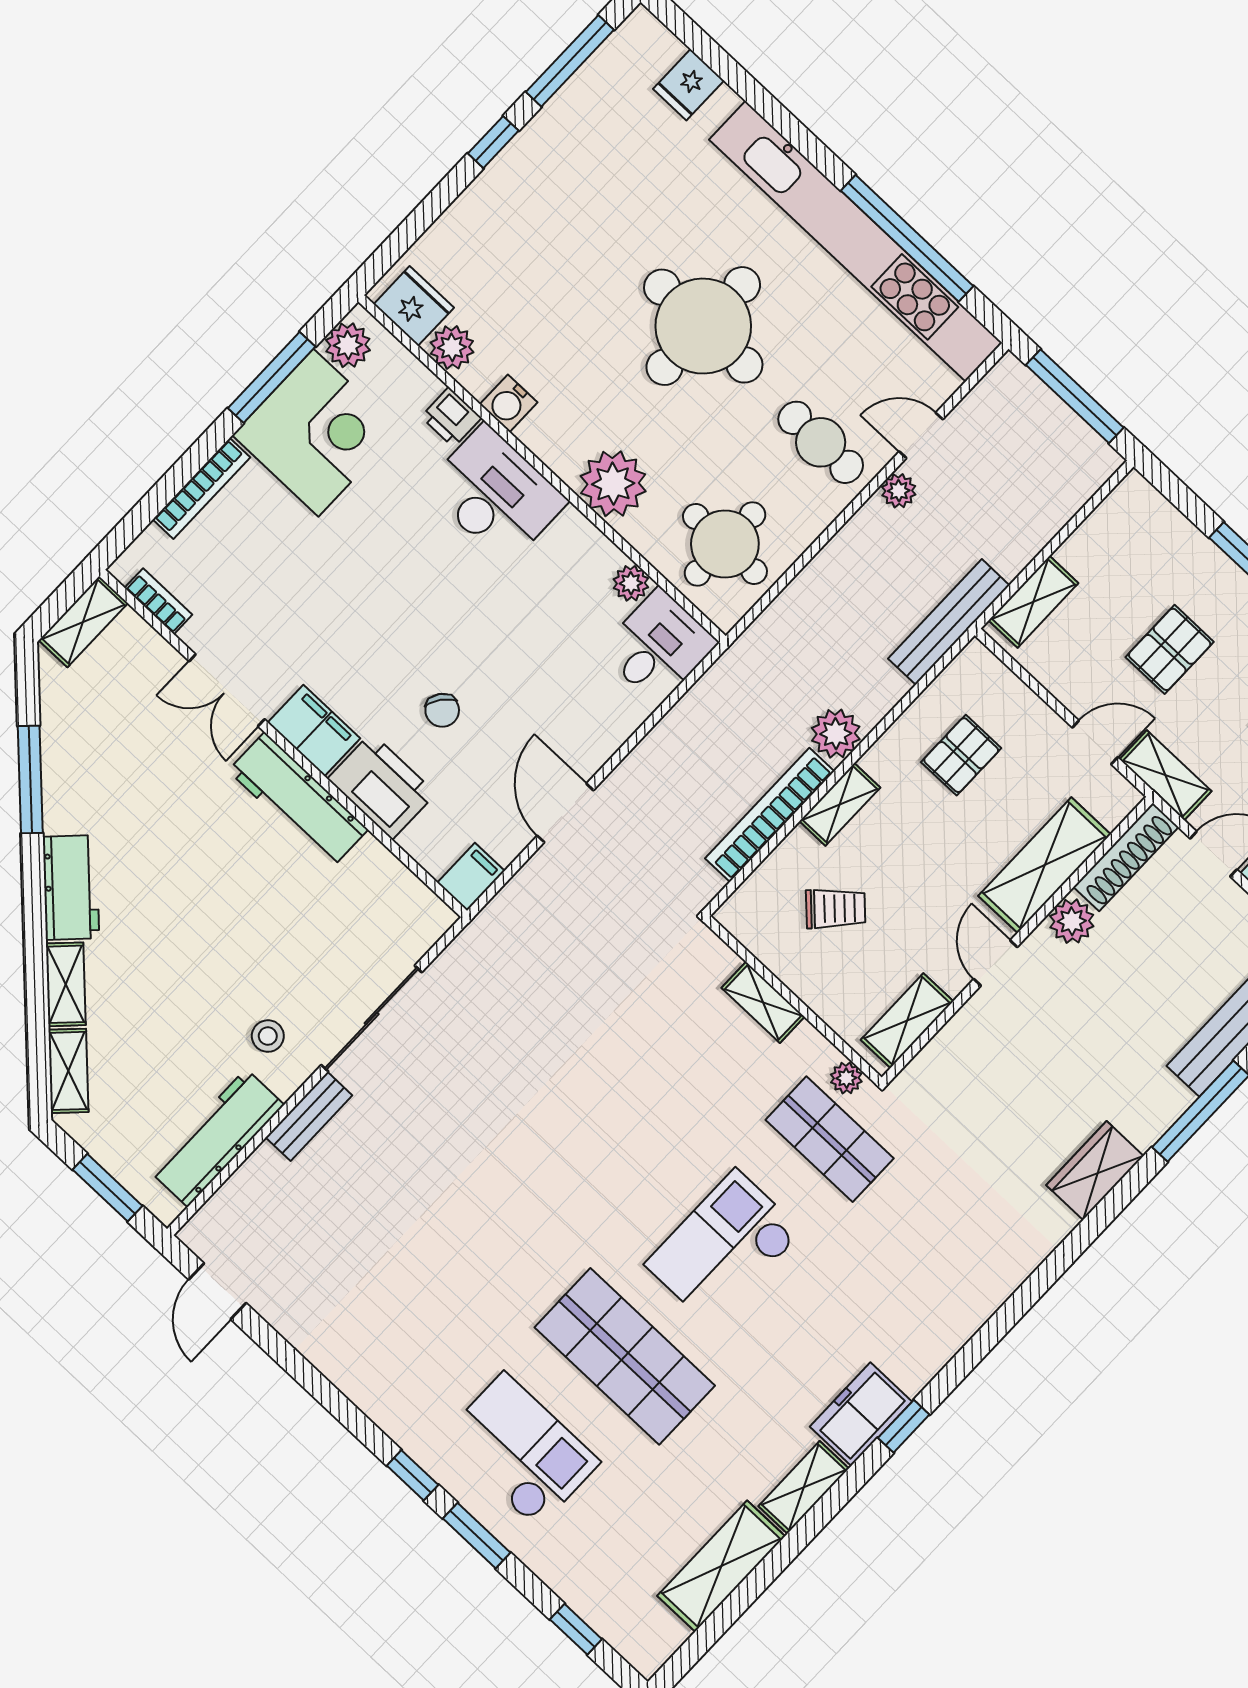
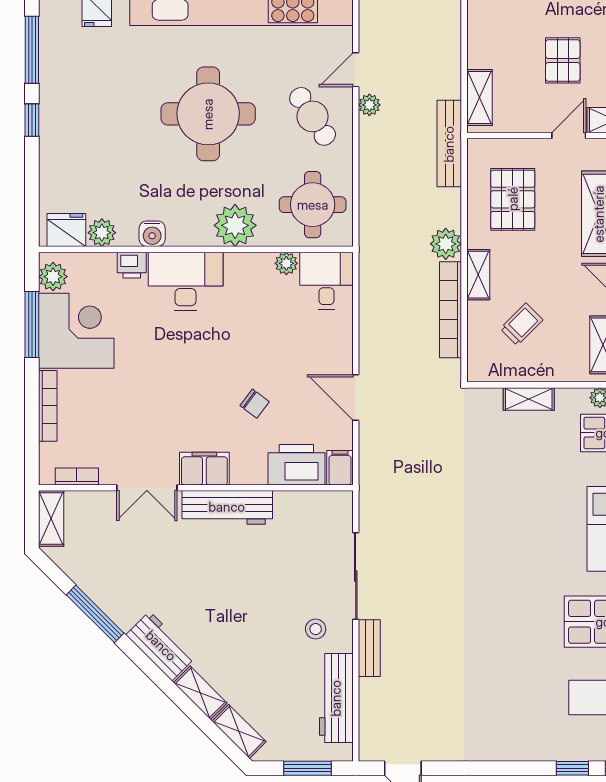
cafe table: (821, 442) -> (313, 116), turned 57
pallet: (961, 755) -> (513, 199), width x1.50, depth x1.42
printer: (382, 786) -> (296, 465), moved

